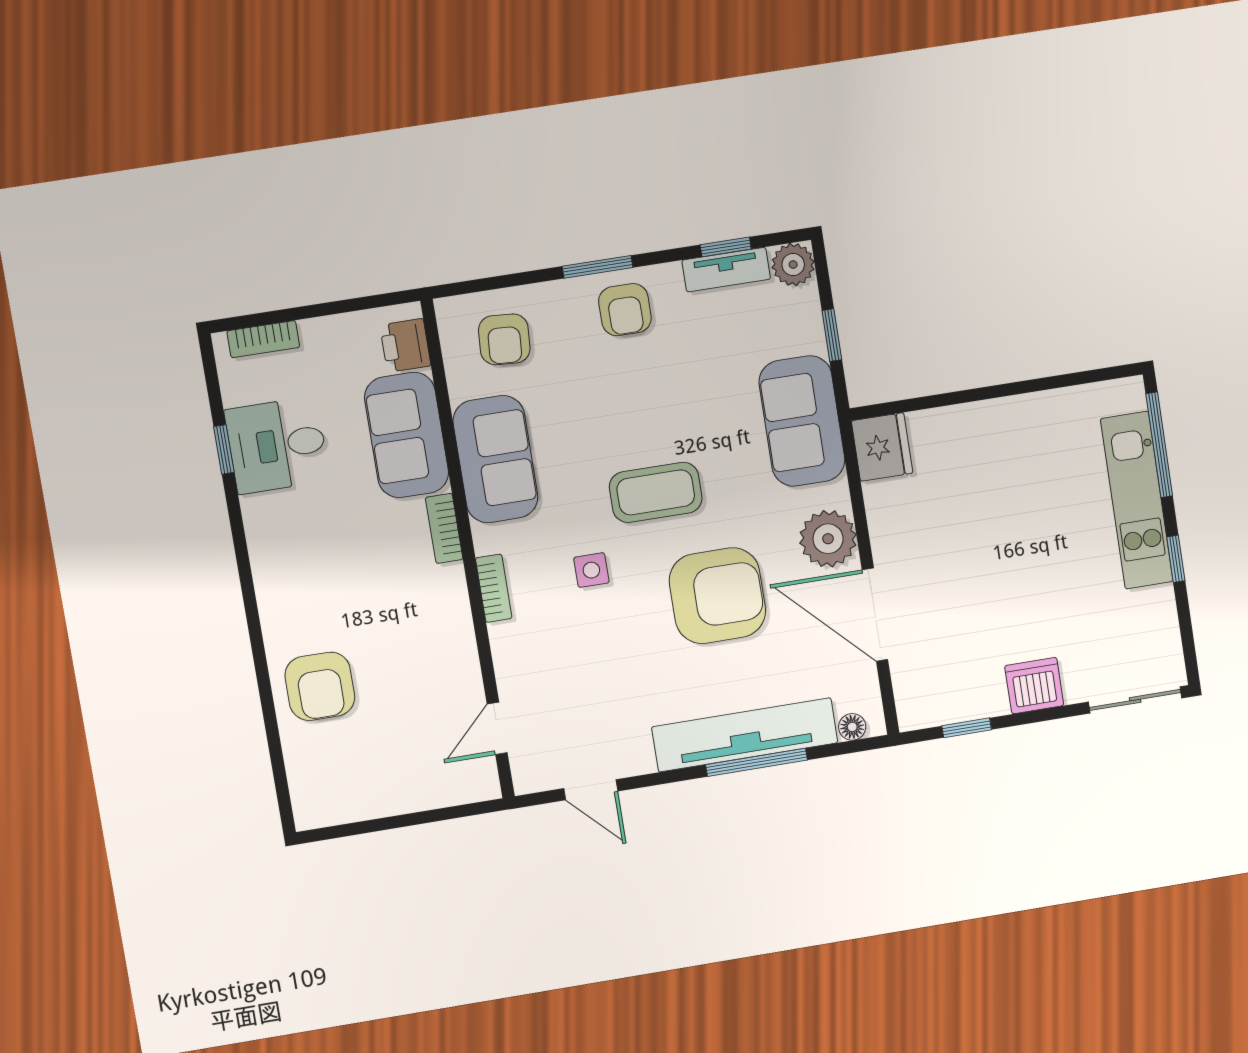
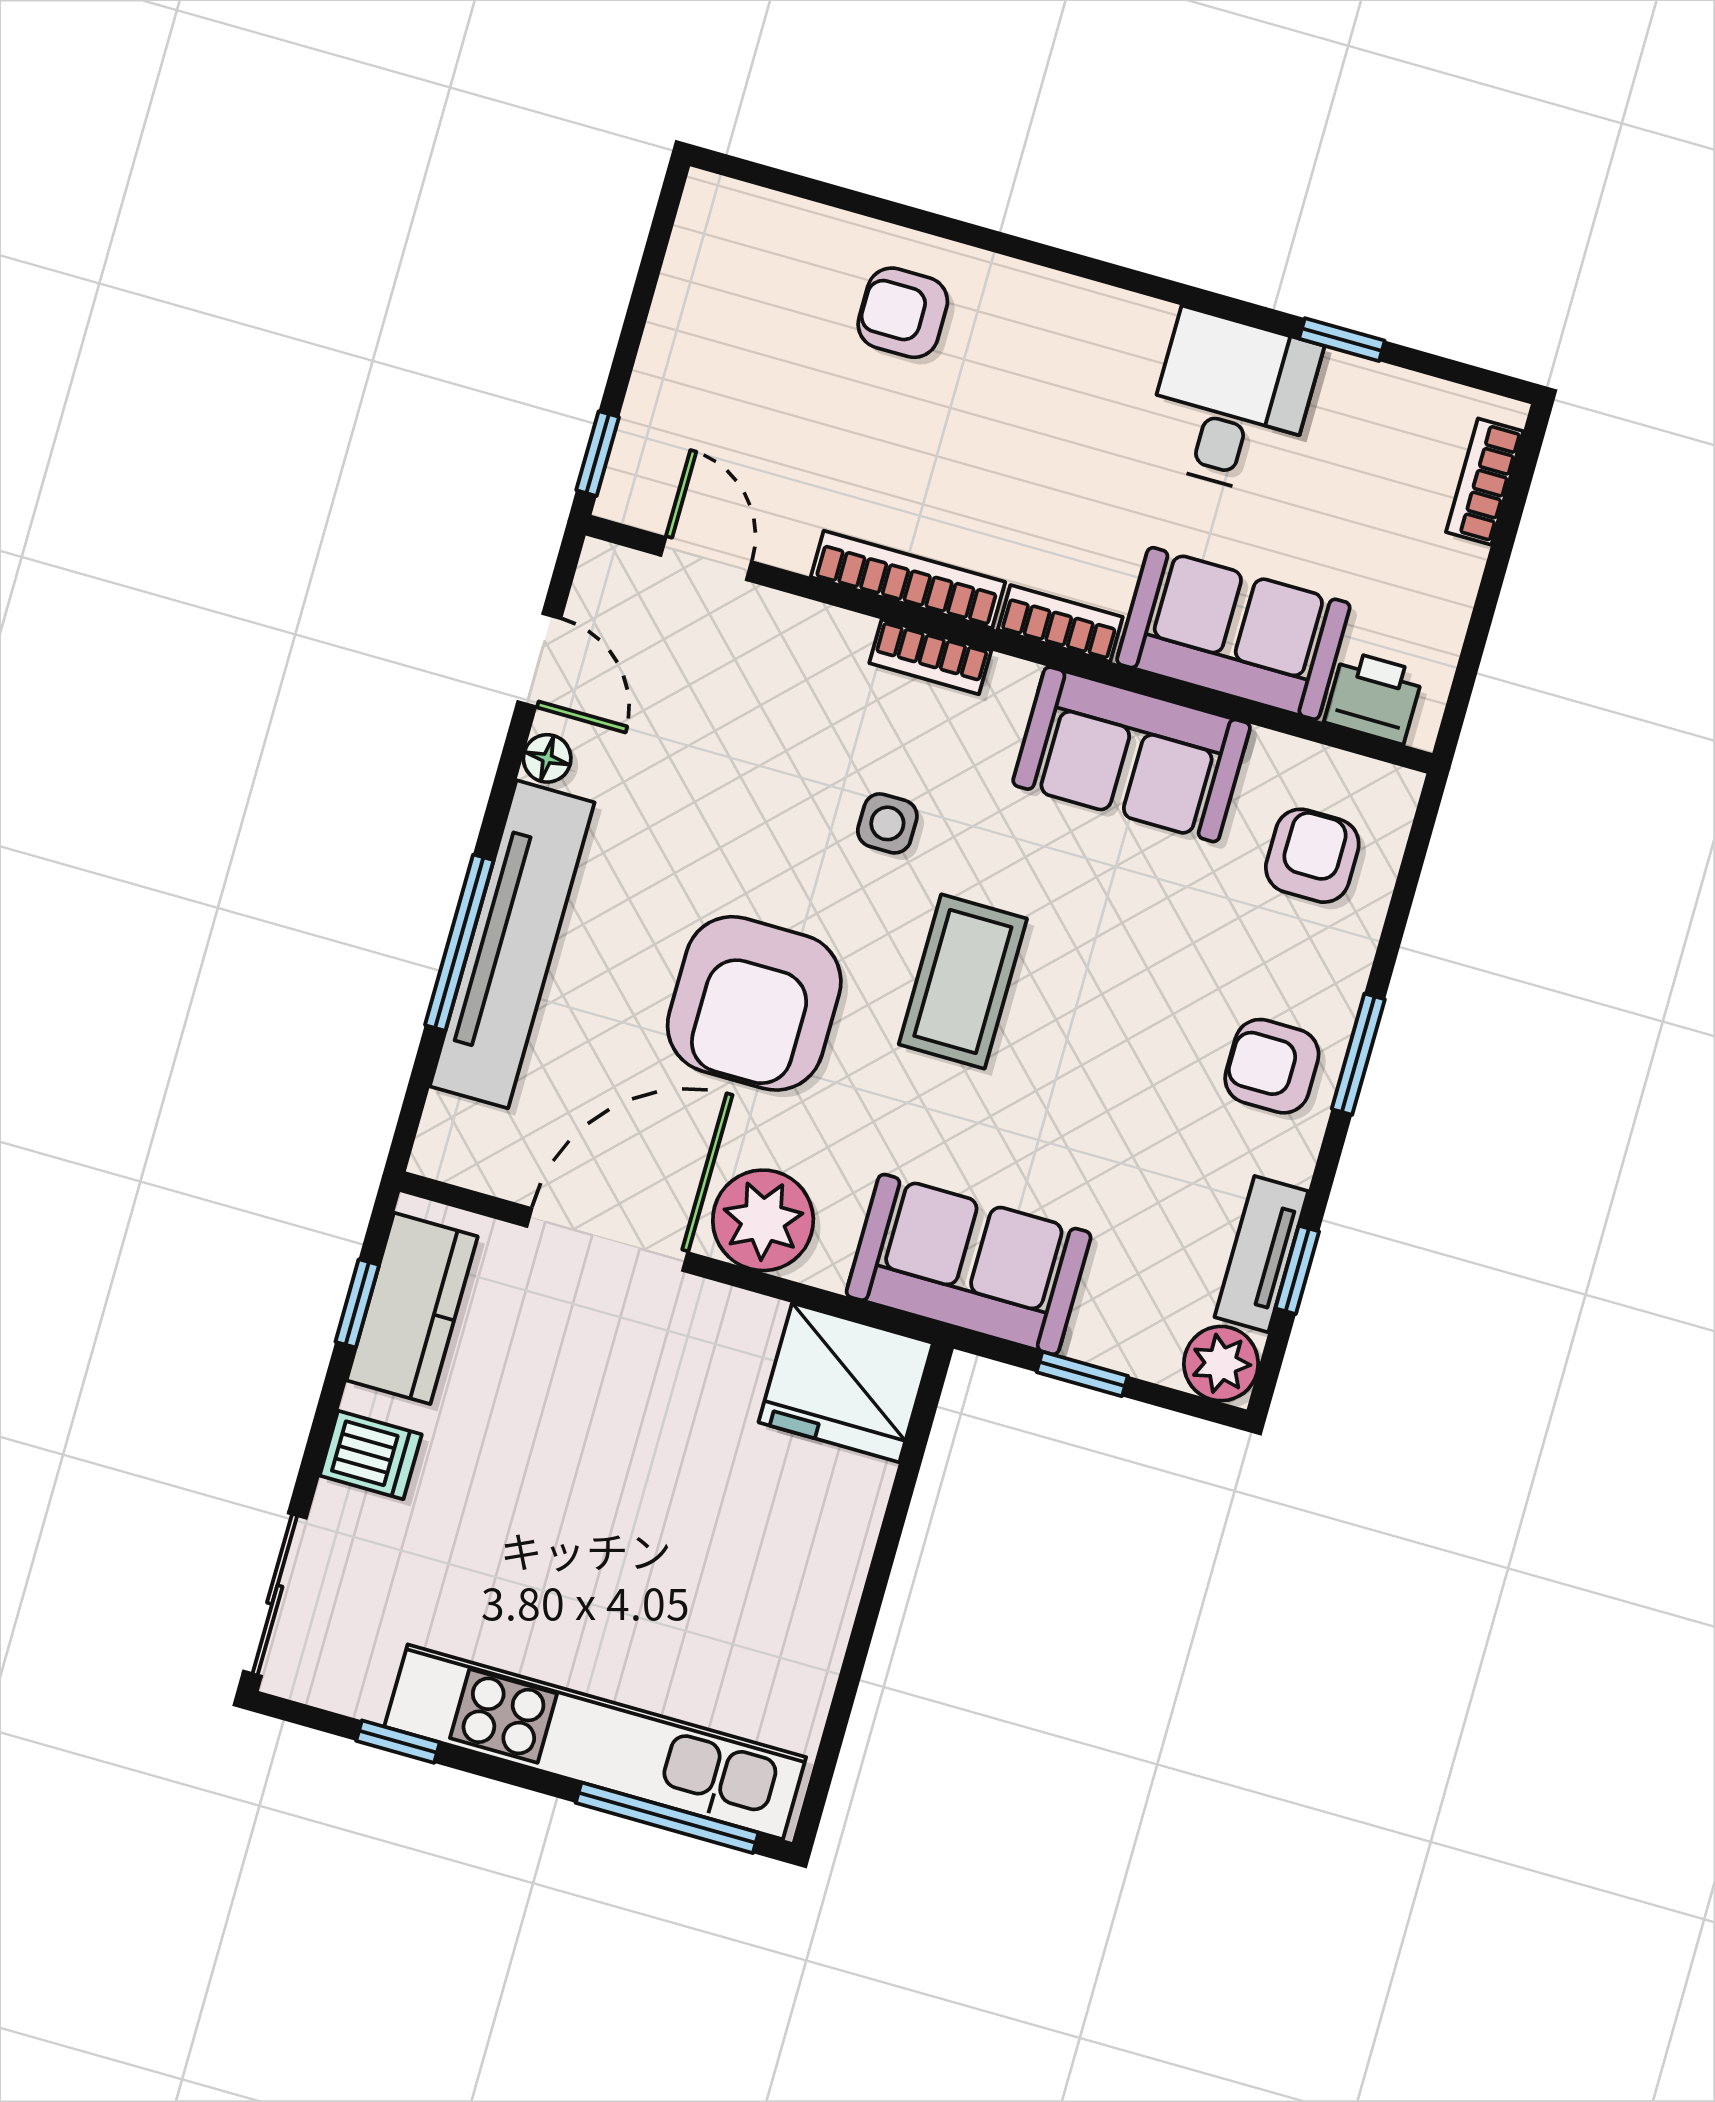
armchair: (504, 339) -> (1312, 856), turned 86
desk: (277, 445) -> (1231, 403), moved
fridge: (882, 447) -> (846, 1383), width x1.36, depth x1.34
kitchen unit: (1137, 500) -> (595, 1742), width x1.36
window: (1176, 559) -> (398, 1742), moved
bookcase: (459, 619) -> (908, 579), added
armchair: (320, 686) -> (903, 313), width x0.72, depth x0.72
dishwasher: (1034, 686) -> (371, 1455), width x0.73
kitchen counter: (956, 698) -> (412, 1308), added
floor lamp: (852, 727) -> (547, 758), moved
door: (591, 790) -> (539, 660), swing flipped
window: (469, 810) -> (598, 454), added

